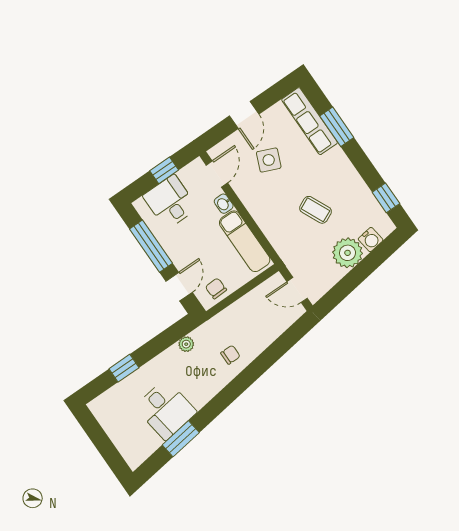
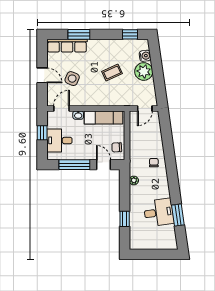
door: (217, 174) -> (62, 108), hinge flipped

